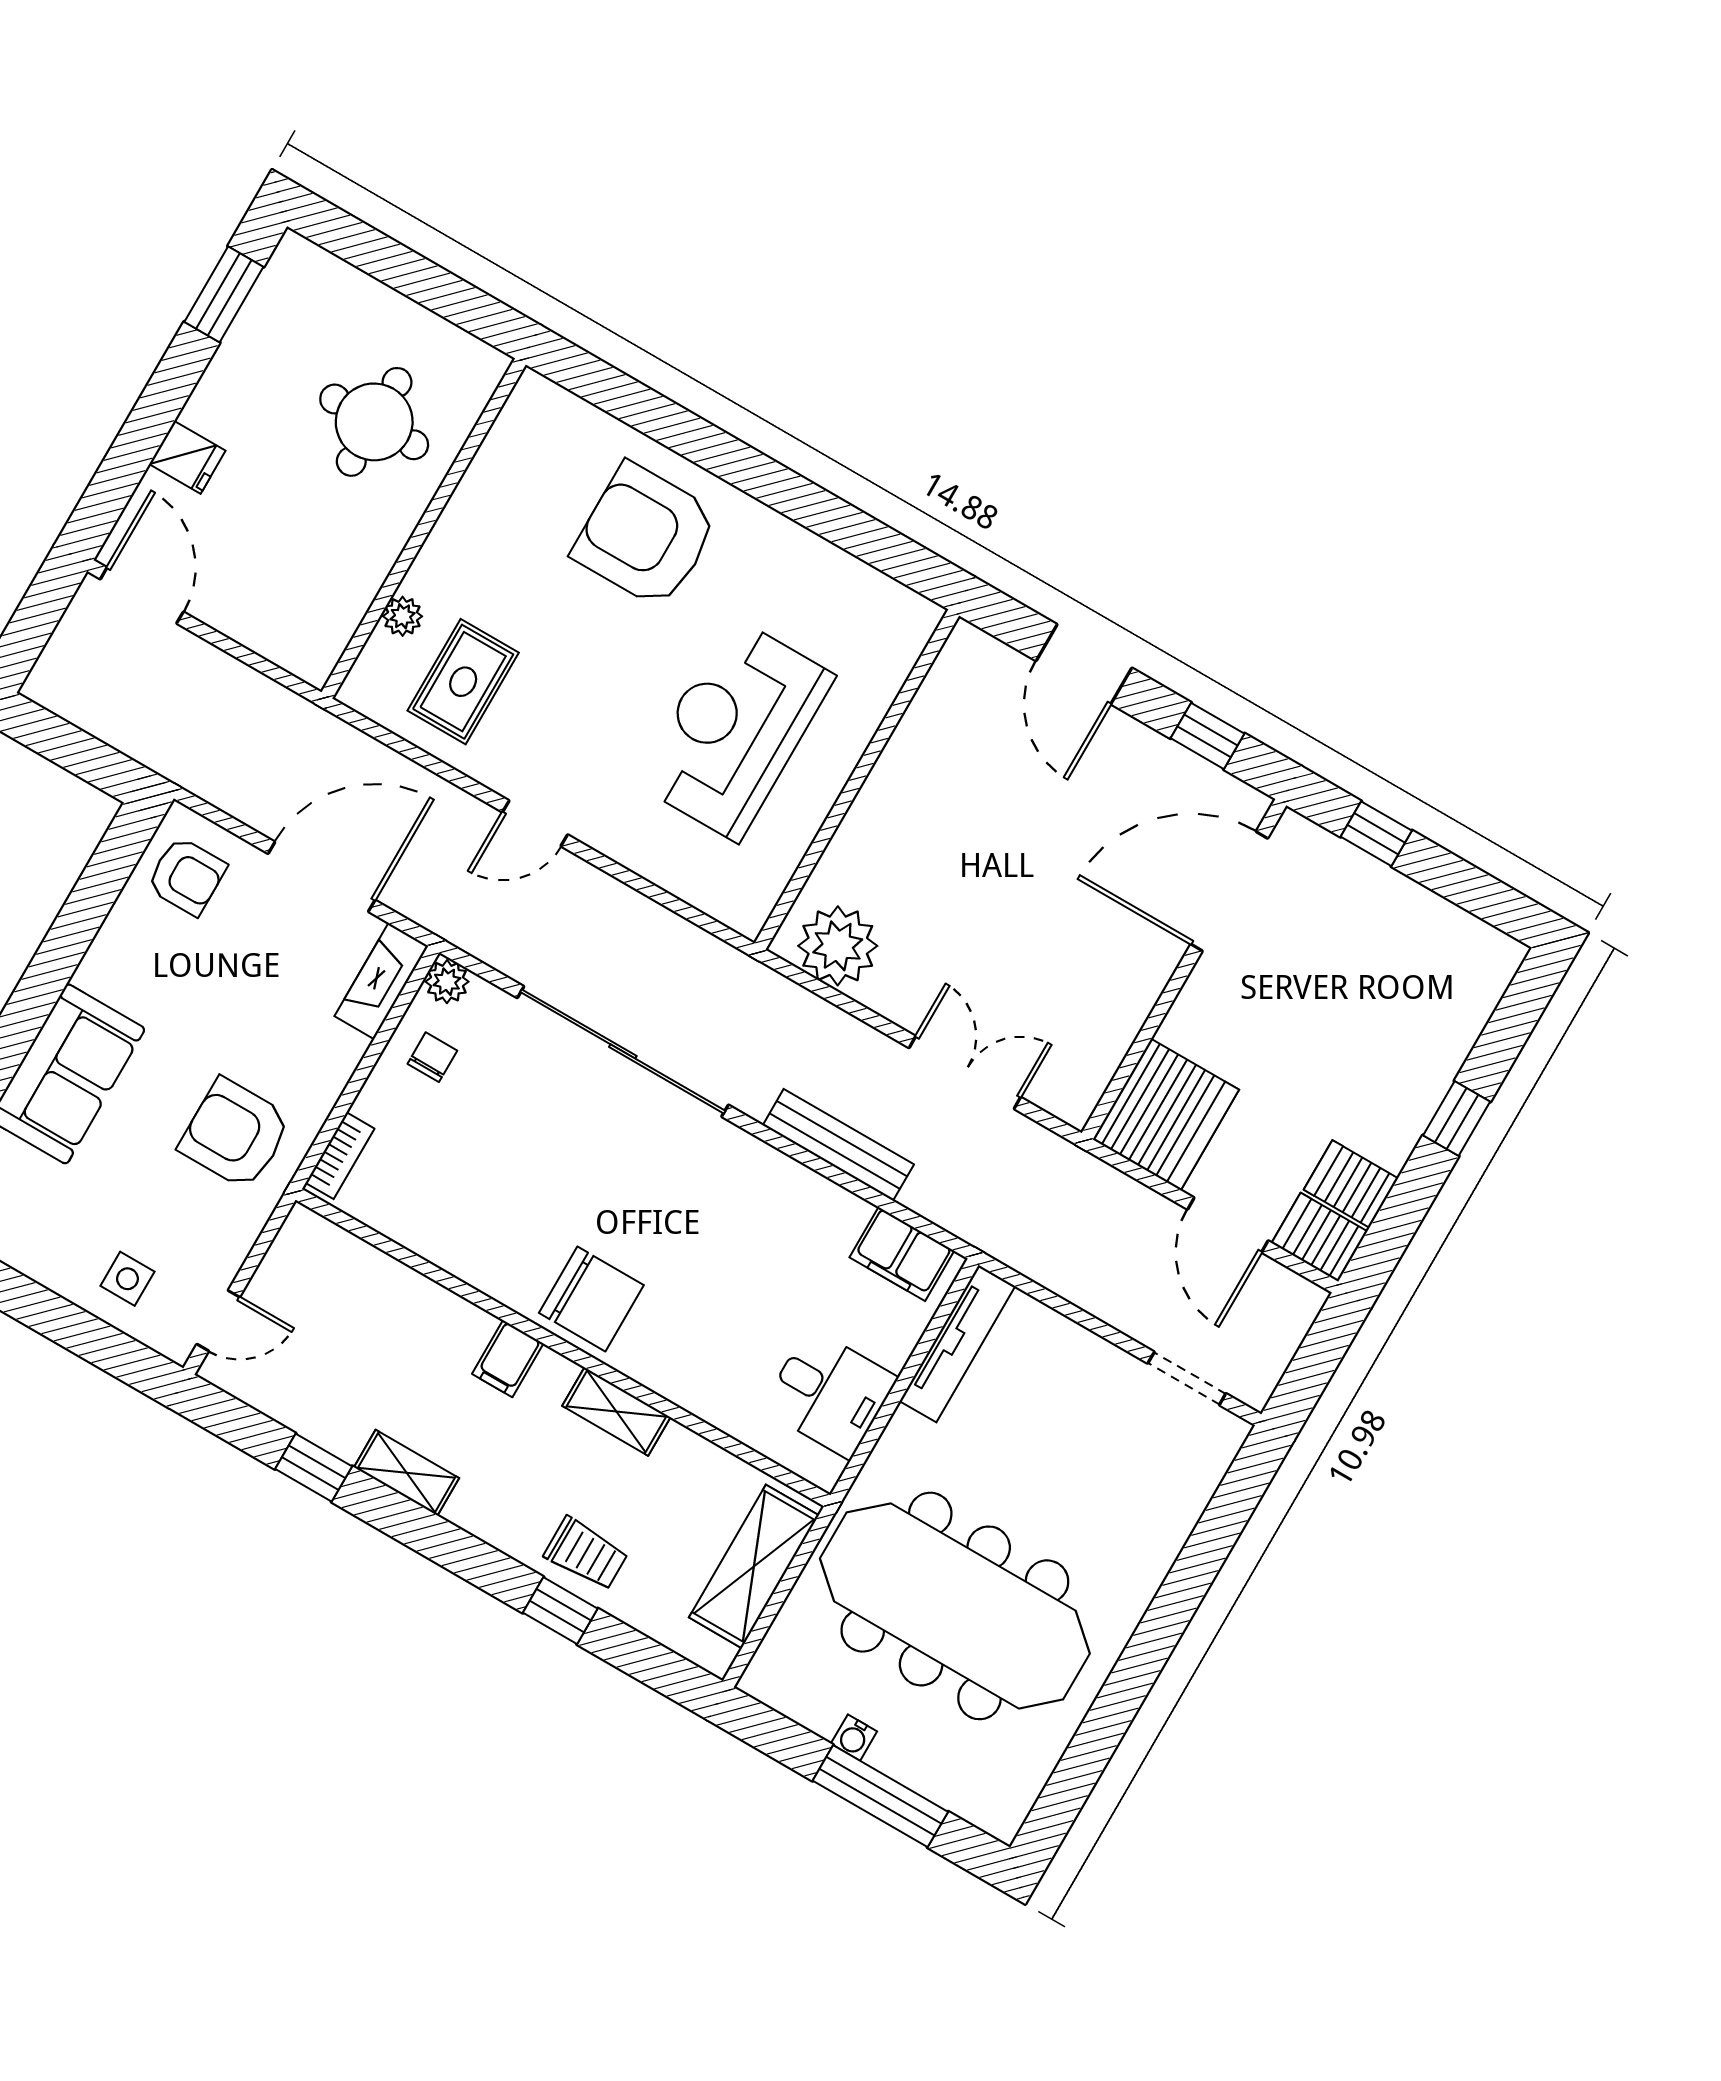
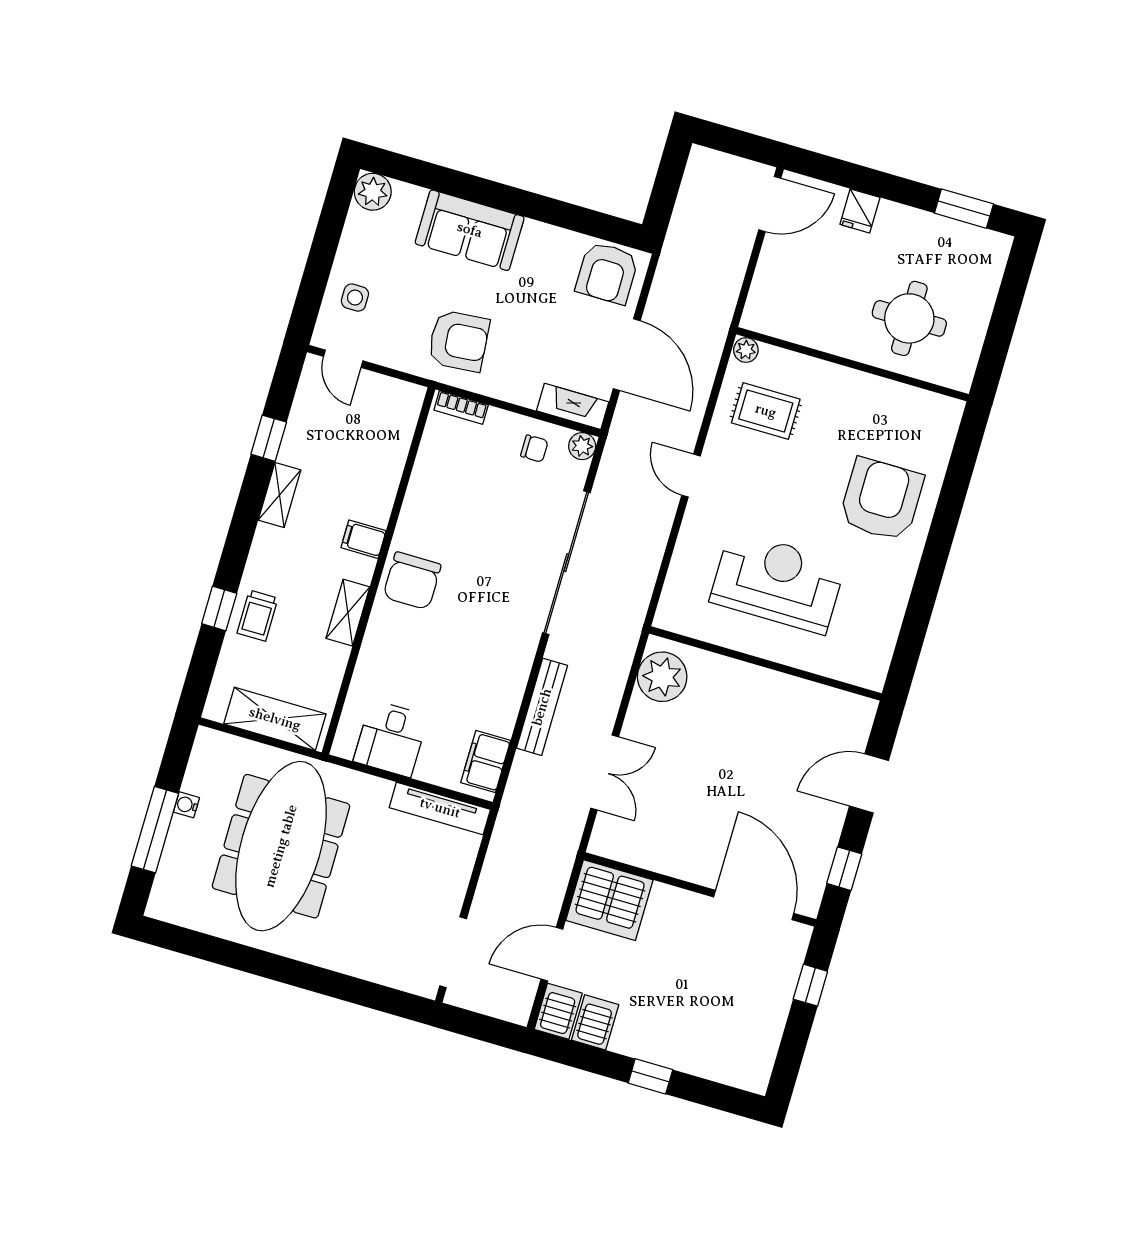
plant: (403, 616) -> (746, 350), moved
armchair: (187, 876) -> (607, 273), width x1.38, depth x1.38
armchair: (235, 1134) -> (459, 341), turned 85
doorway: (1187, 1378) -> (453, 952), width x1.38

